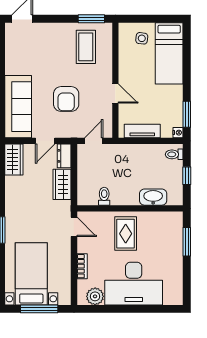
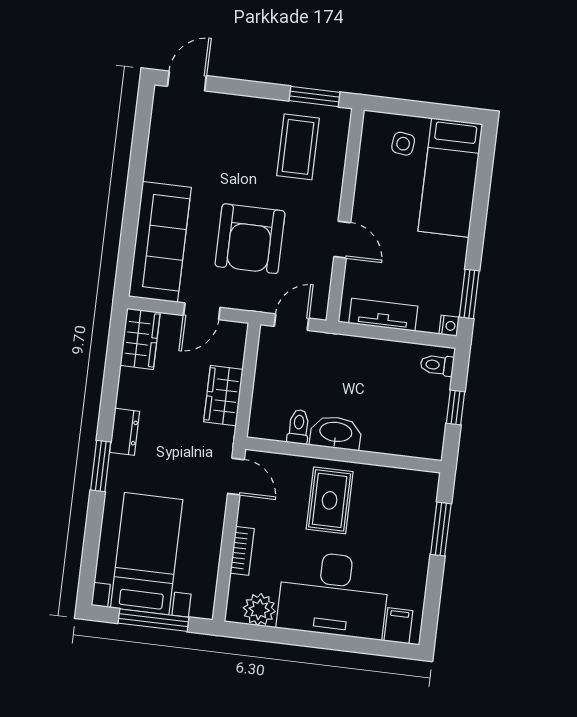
armchair: (66, 99) -> (250, 239), width x1.36, depth x1.36
dresser: (64, 156) -> (125, 432), moved, turned 180
washbasin: (153, 197) -> (336, 433), moved
filing cabinet: (170, 296) -> (398, 626), added

